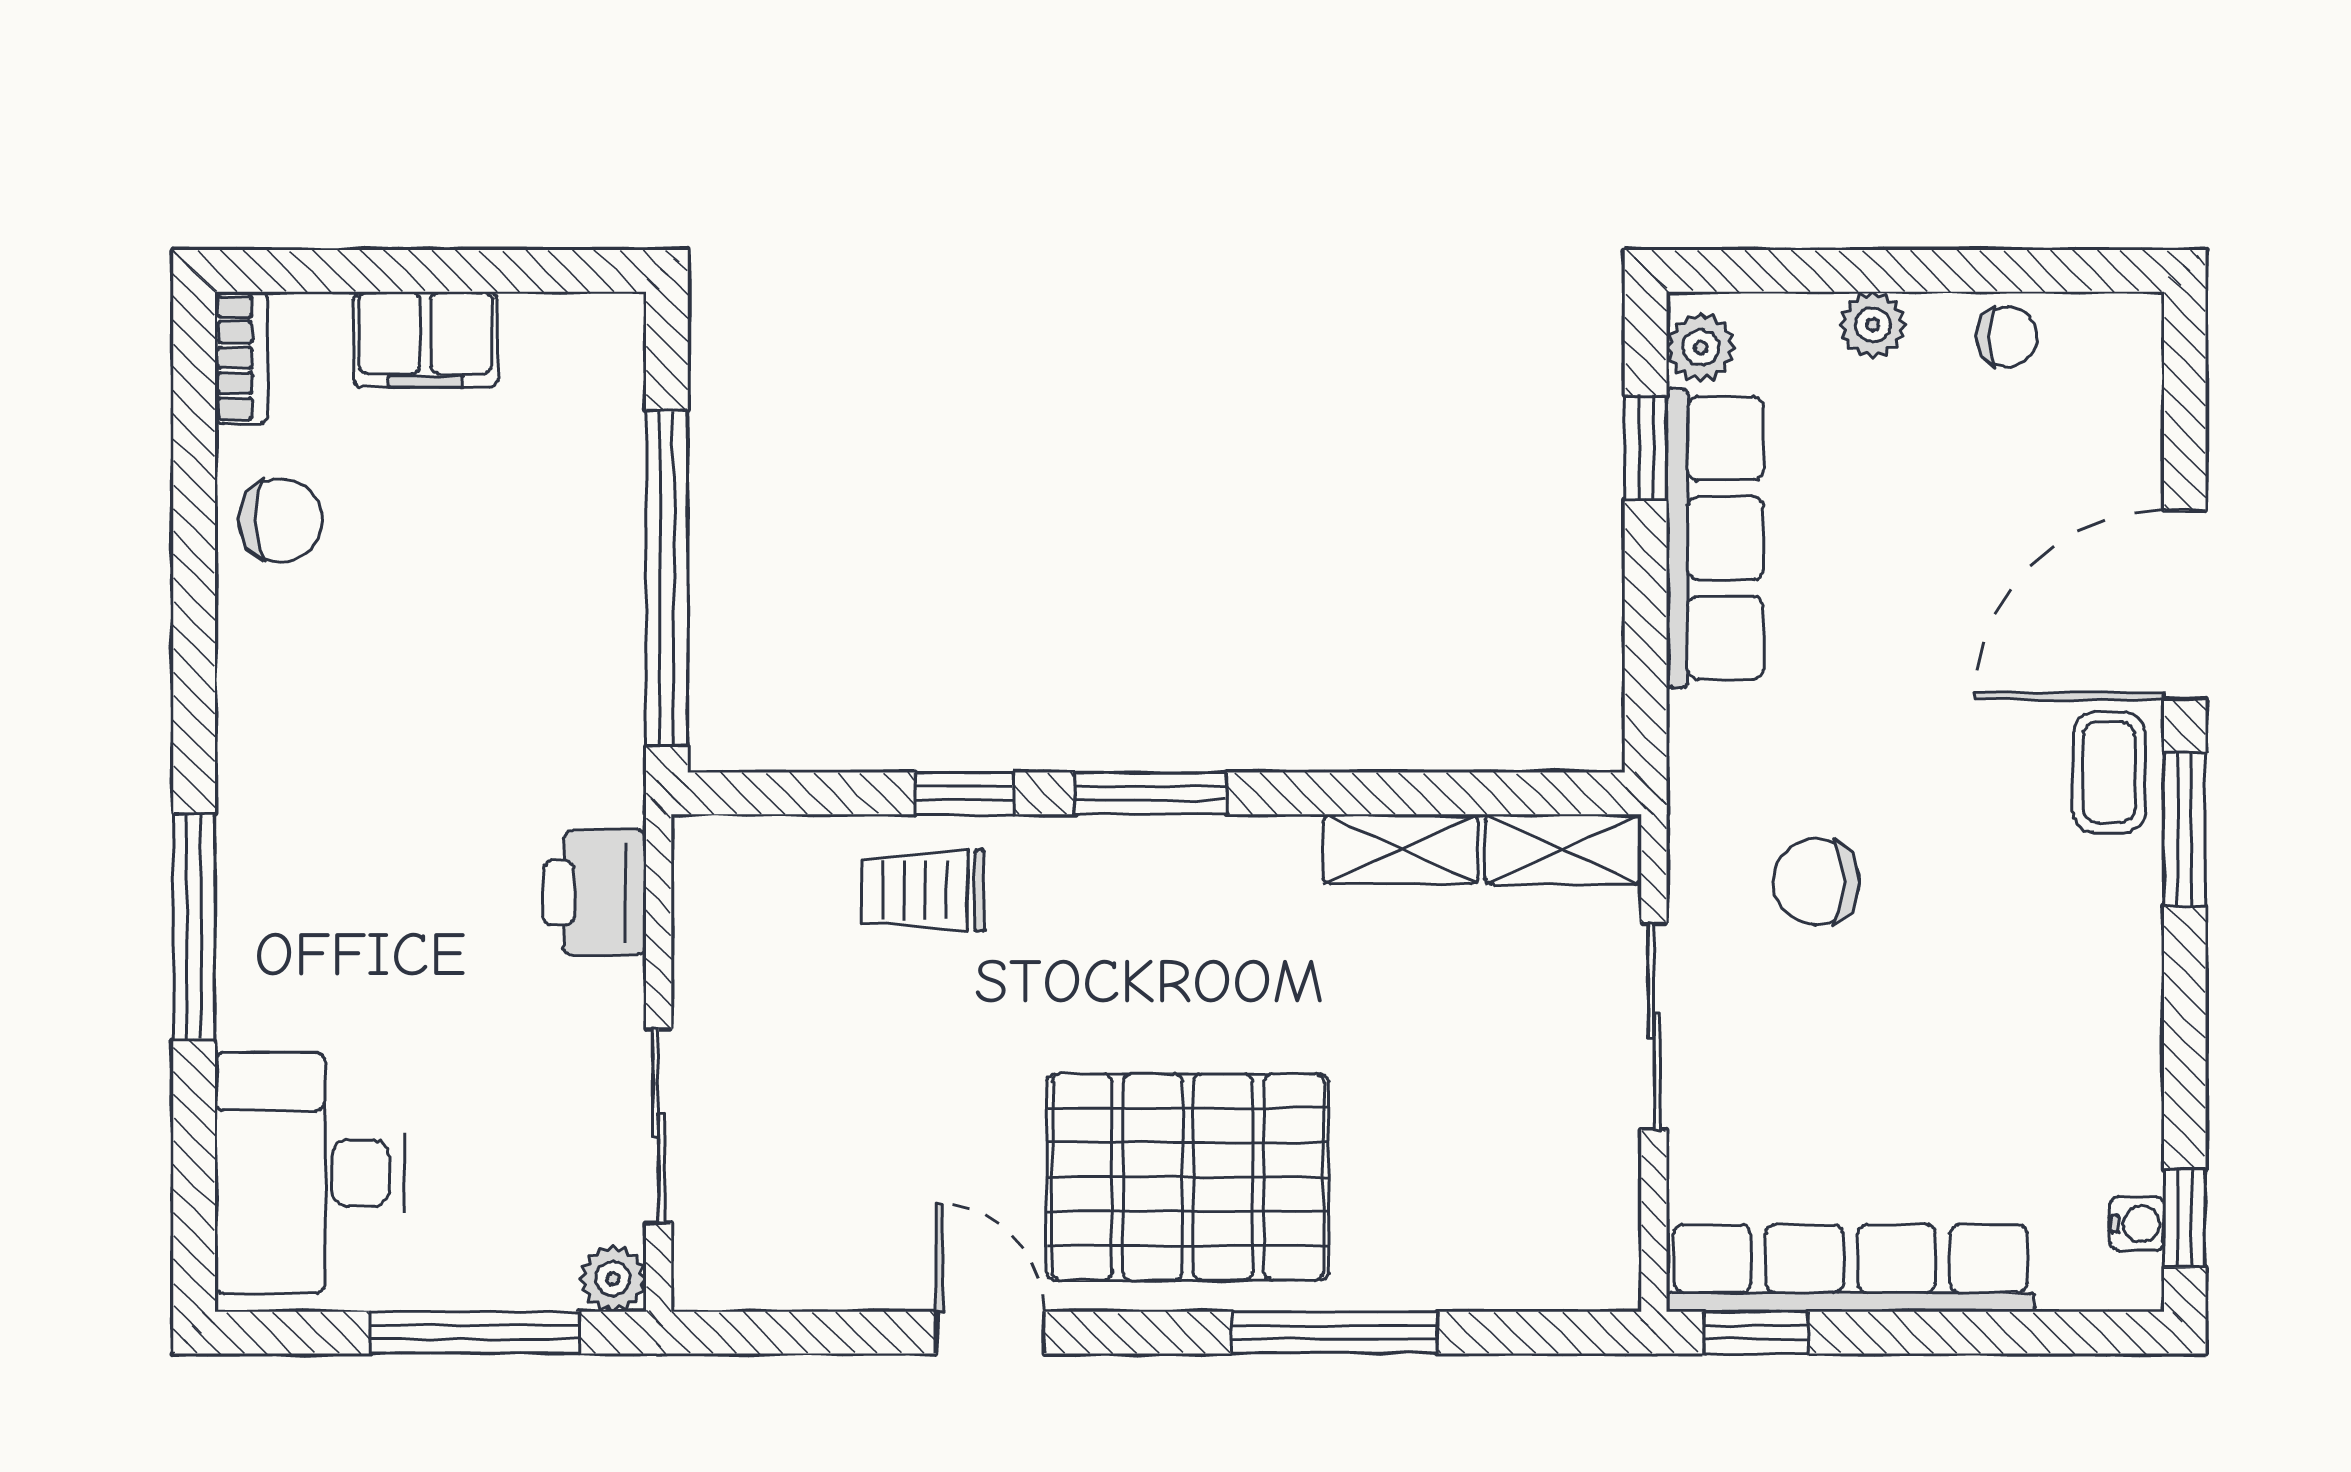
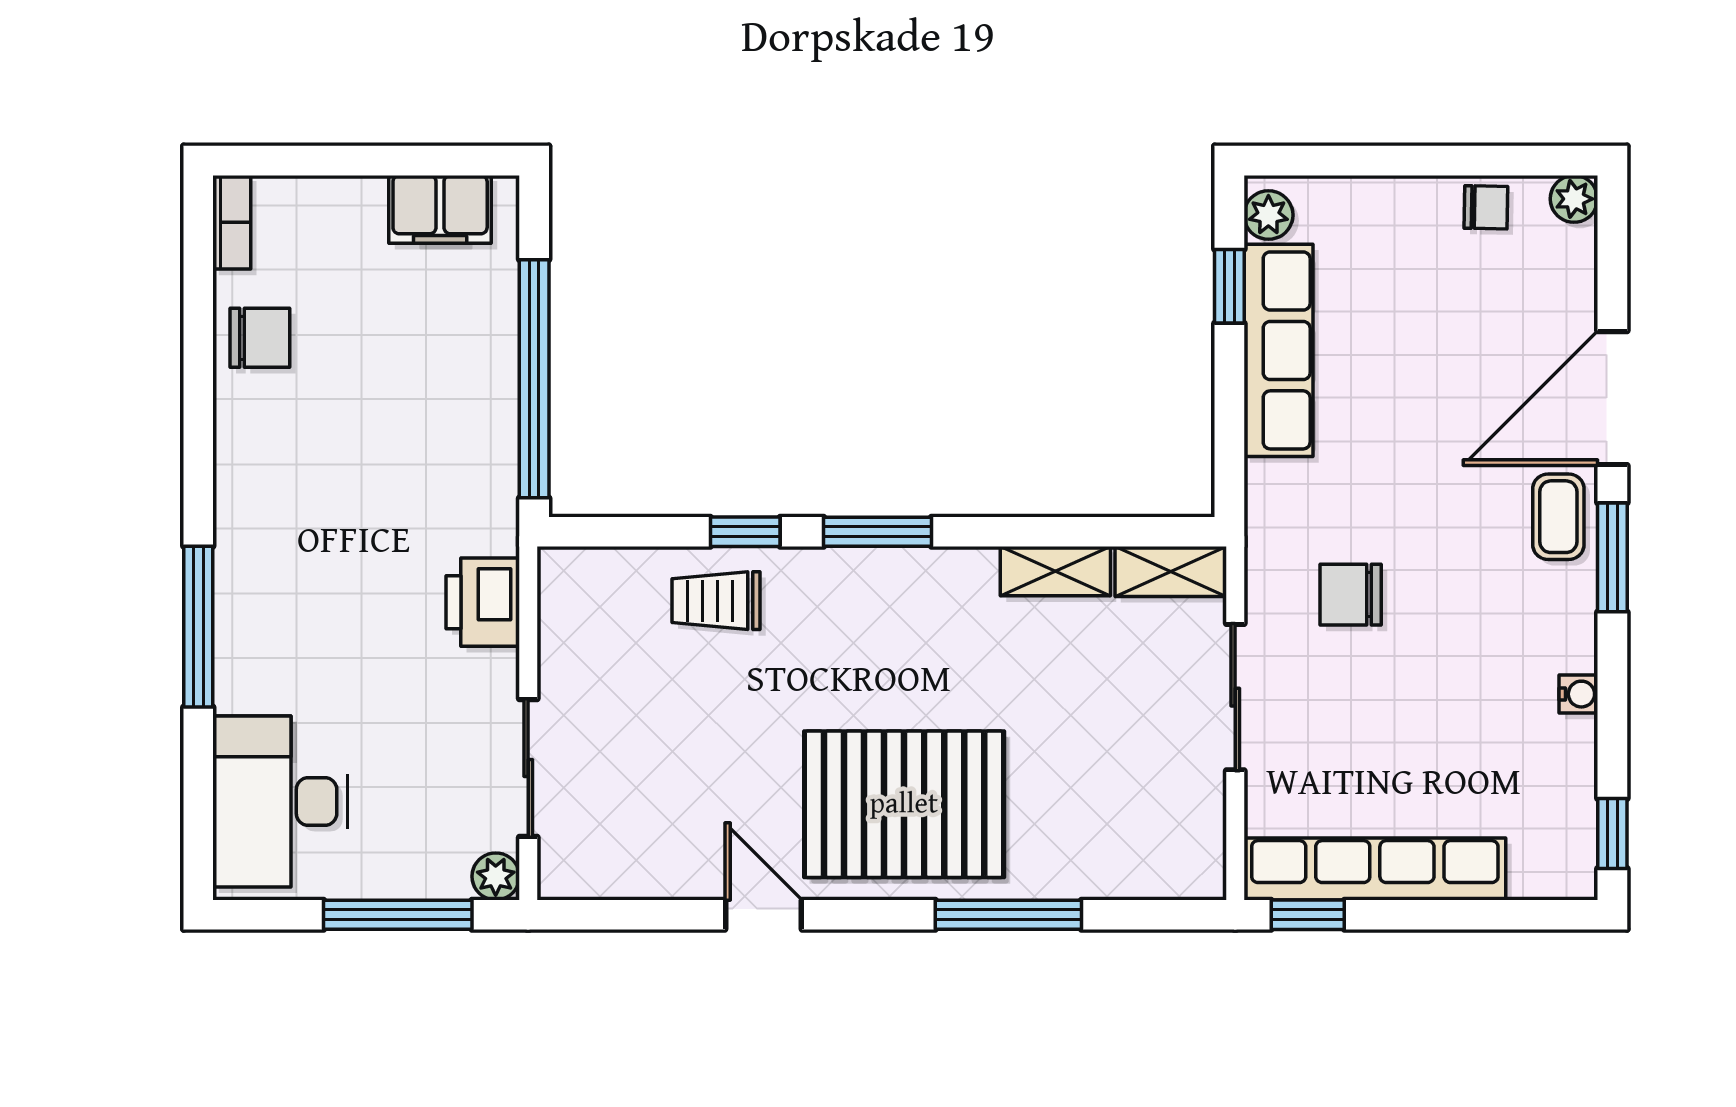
plant: (1873, 325) -> (1574, 199), moved
filing cabinet: (425, 340) -> (440, 209), moved
water cooler: (2137, 1224) -> (1578, 694), moved

